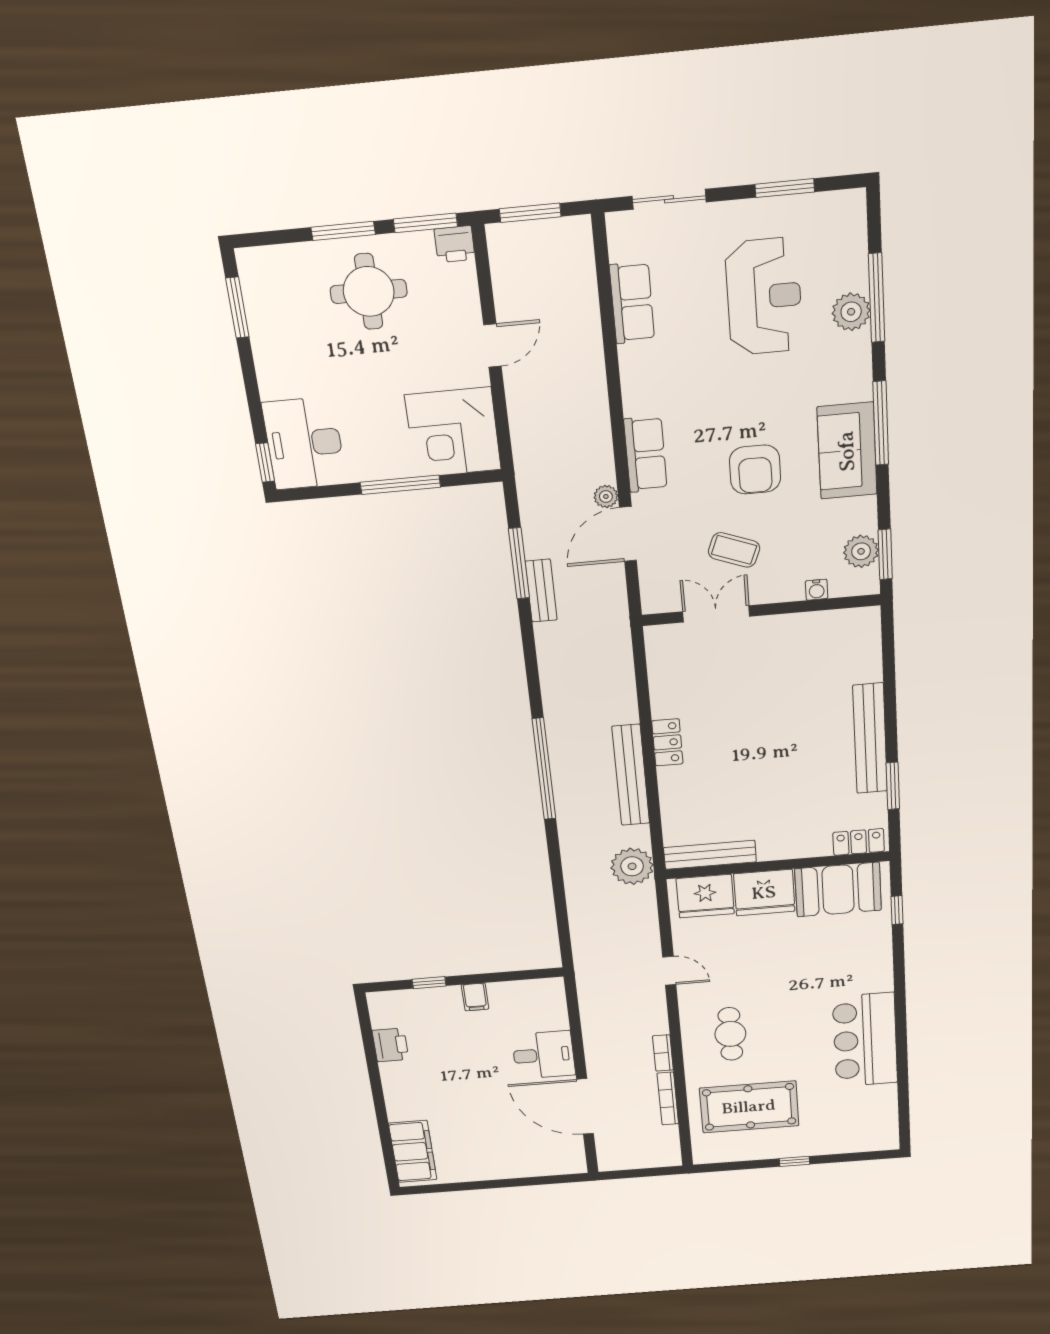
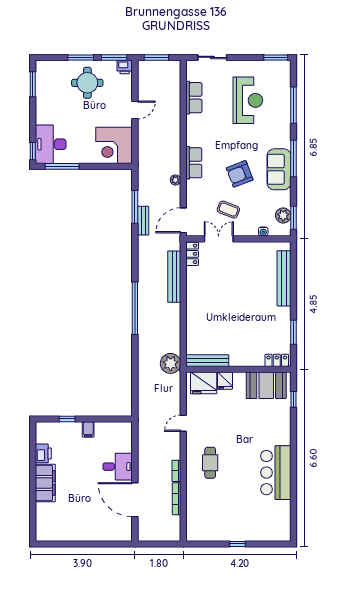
window: (785, 188) -> (276, 57), moved
plant: (851, 312) -> (283, 110), removed
armchair: (755, 470) -> (240, 174), turned 69
window: (400, 485) -> (62, 166), moved
door: (628, 534) -> (183, 220), moved
bench: (870, 739) -> (284, 278), moved
locker: (667, 742) -> (192, 254), moved
bench: (631, 775) -> (174, 277), moved
fridge: (764, 893) -> (225, 381), width x0.53, depth x0.75
door: (669, 971) -> (183, 423), swing flipped
pool table: (749, 1107) -> (217, 508), removed
filing cabinet: (413, 1152) -> (45, 483), moved

